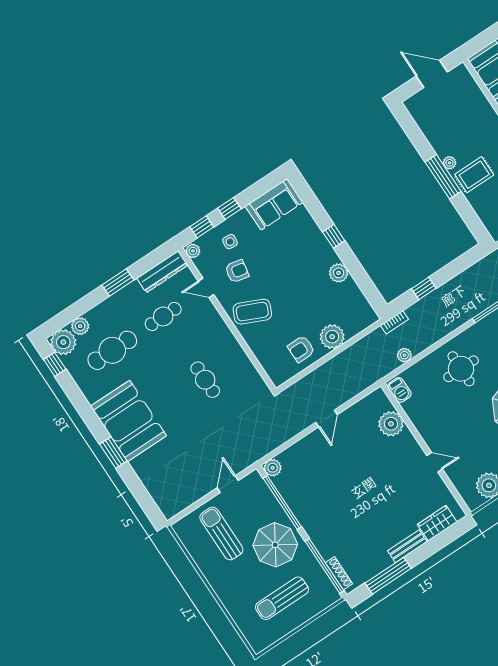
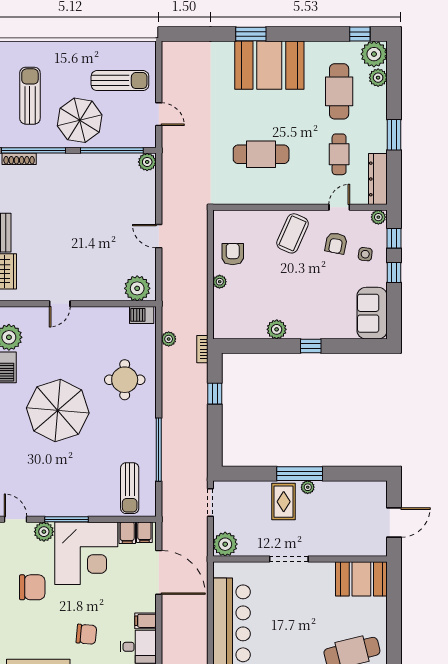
plant: (332, 337) -> (220, 282), width x0.53, depth x0.53
cafe table: (205, 380) -> (261, 154), width x1.37, depth x1.35
plant: (391, 424) -> (137, 288), moved

